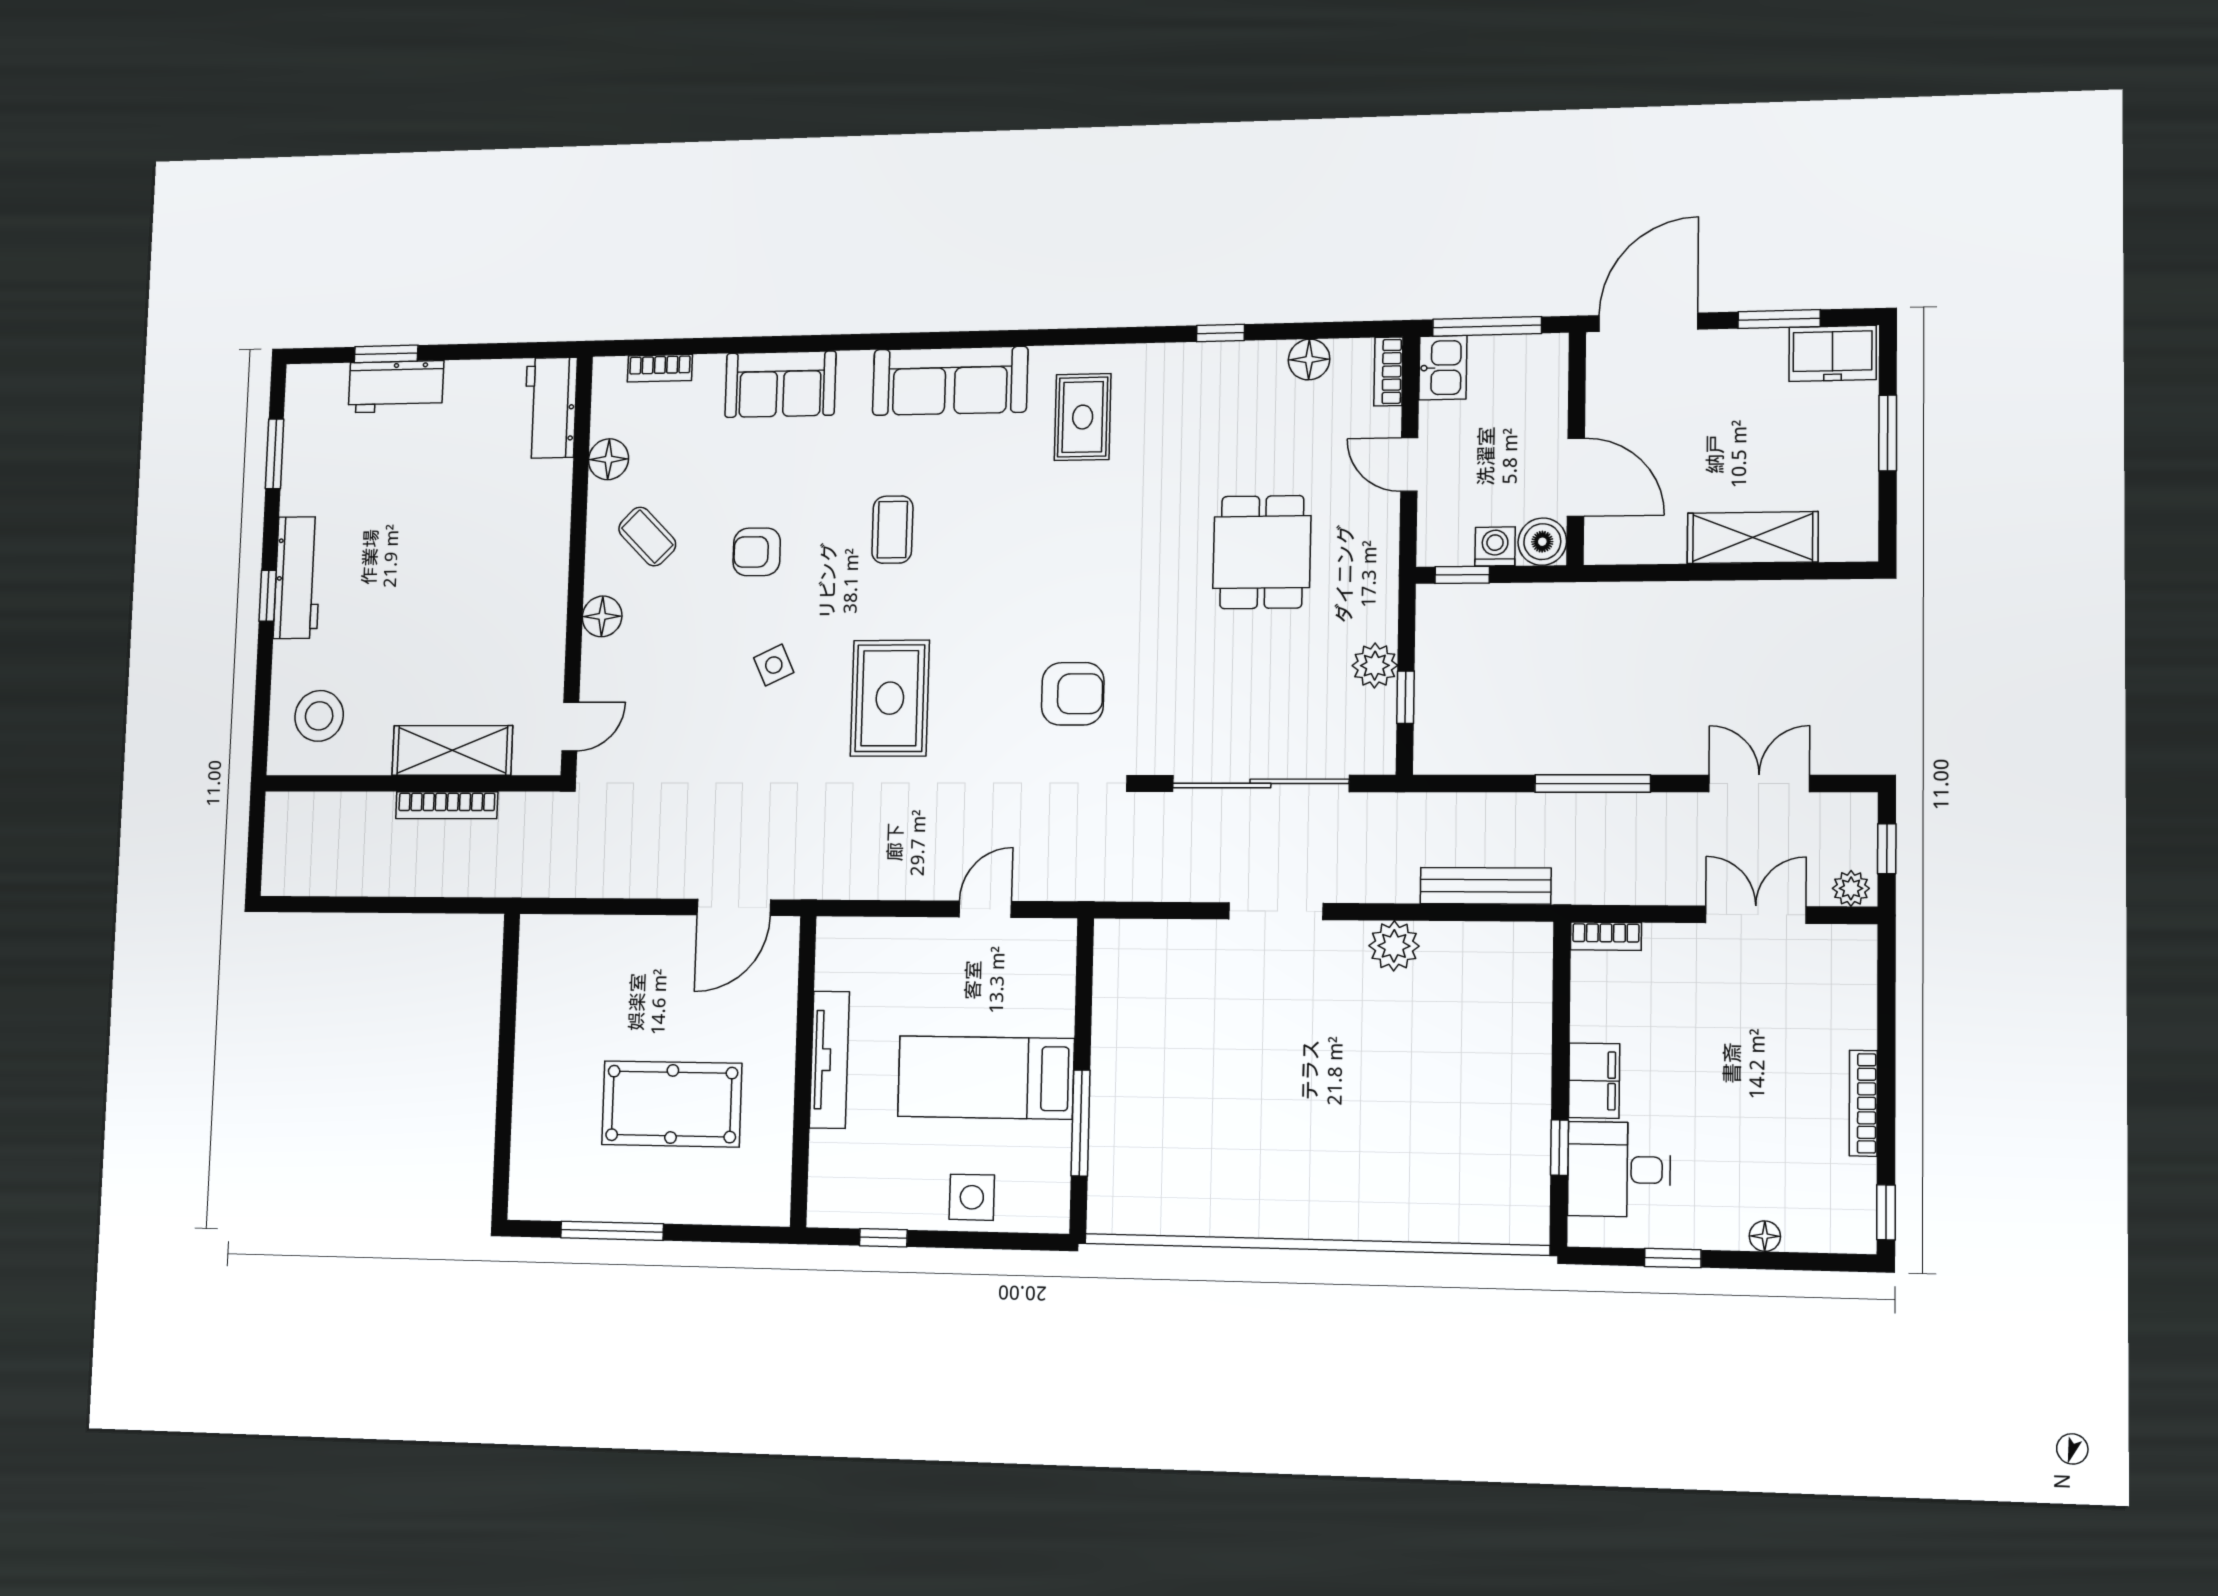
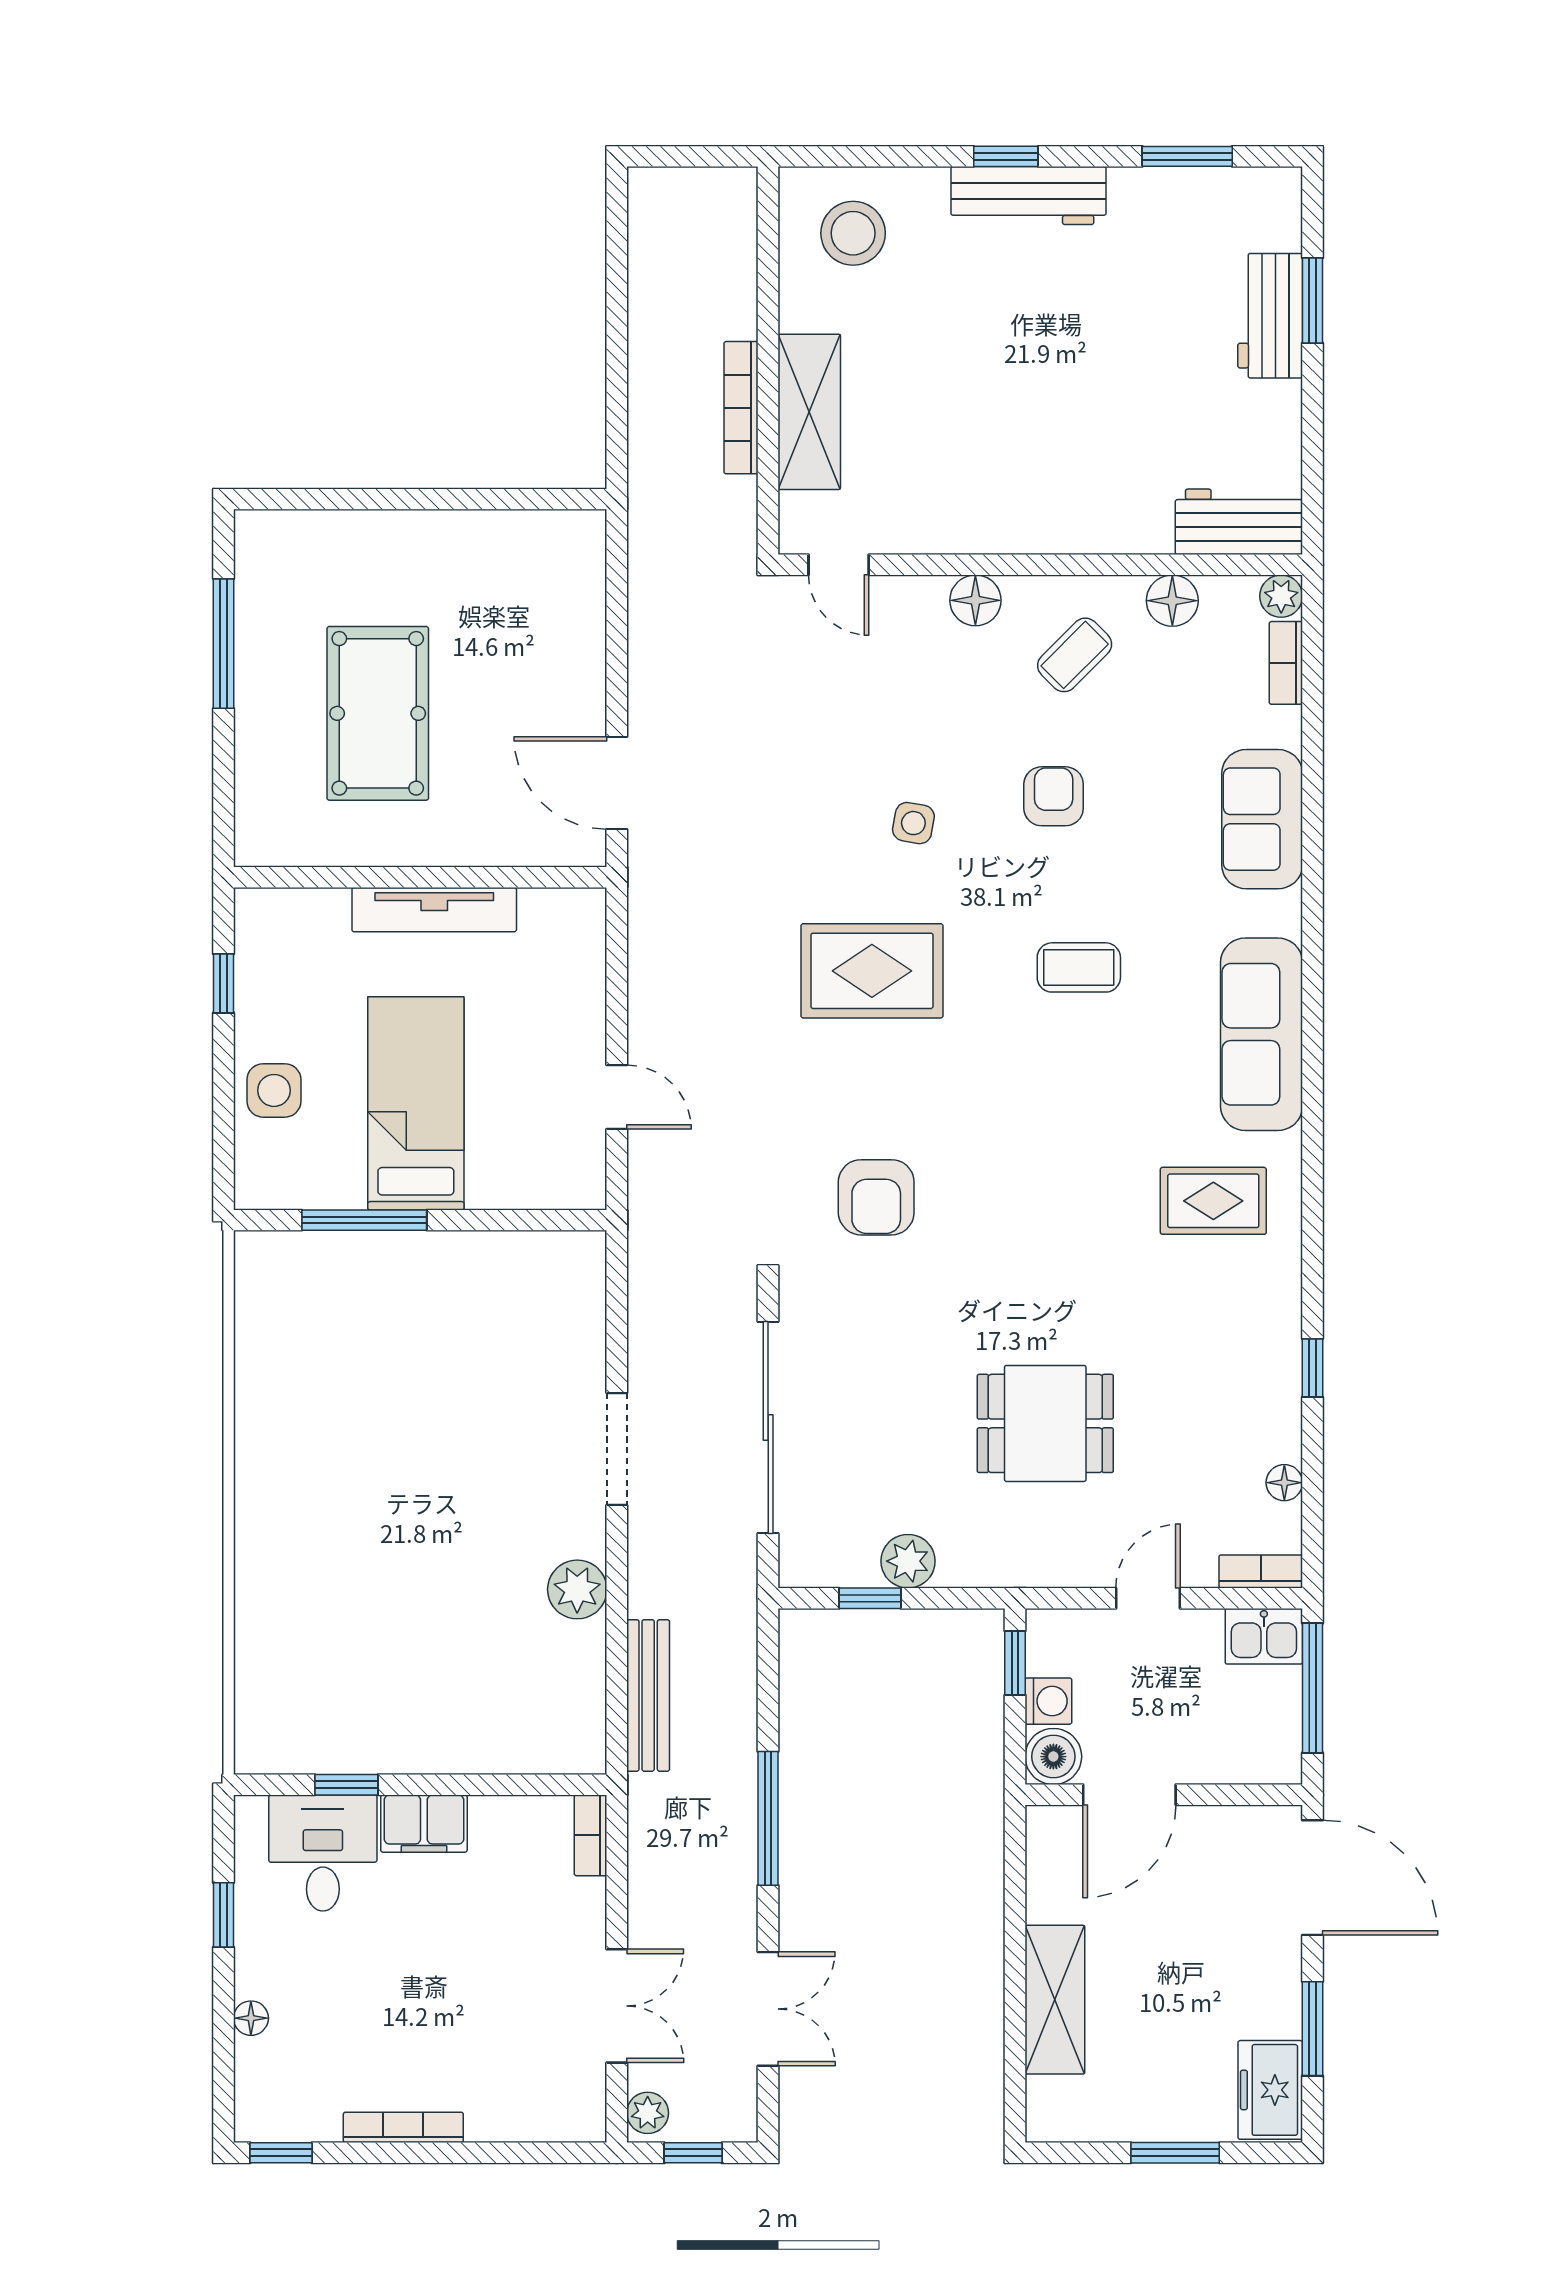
floor lamp: (1309, 359) -> (1284, 1483), width x0.73, depth x0.73
plant: (608, 373) -> (1281, 596), added
side table: (774, 665) -> (913, 823), turned 35

